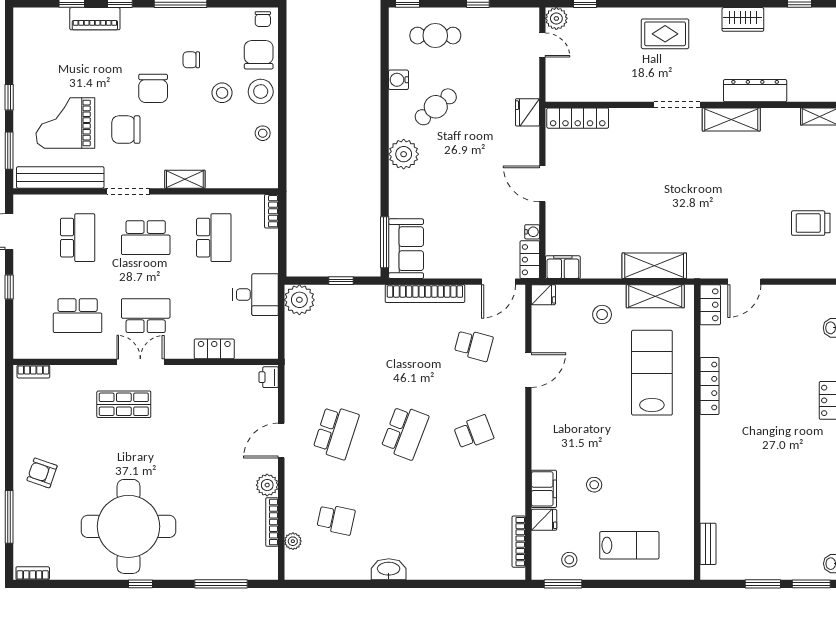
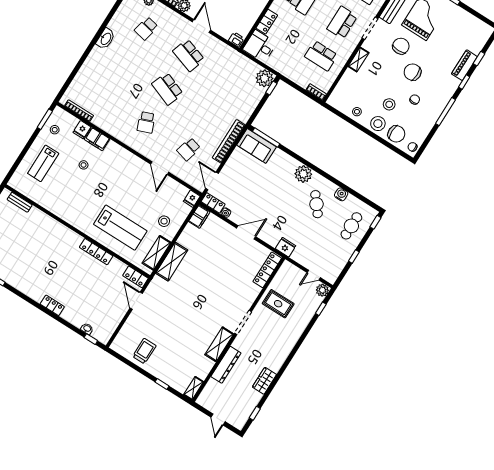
rug: (665, 34) -> (278, 304), moved, turned 90
window: (341, 281) -> (271, 88), moved
desk: (256, 295) -> (260, 46), moved, turned 90

